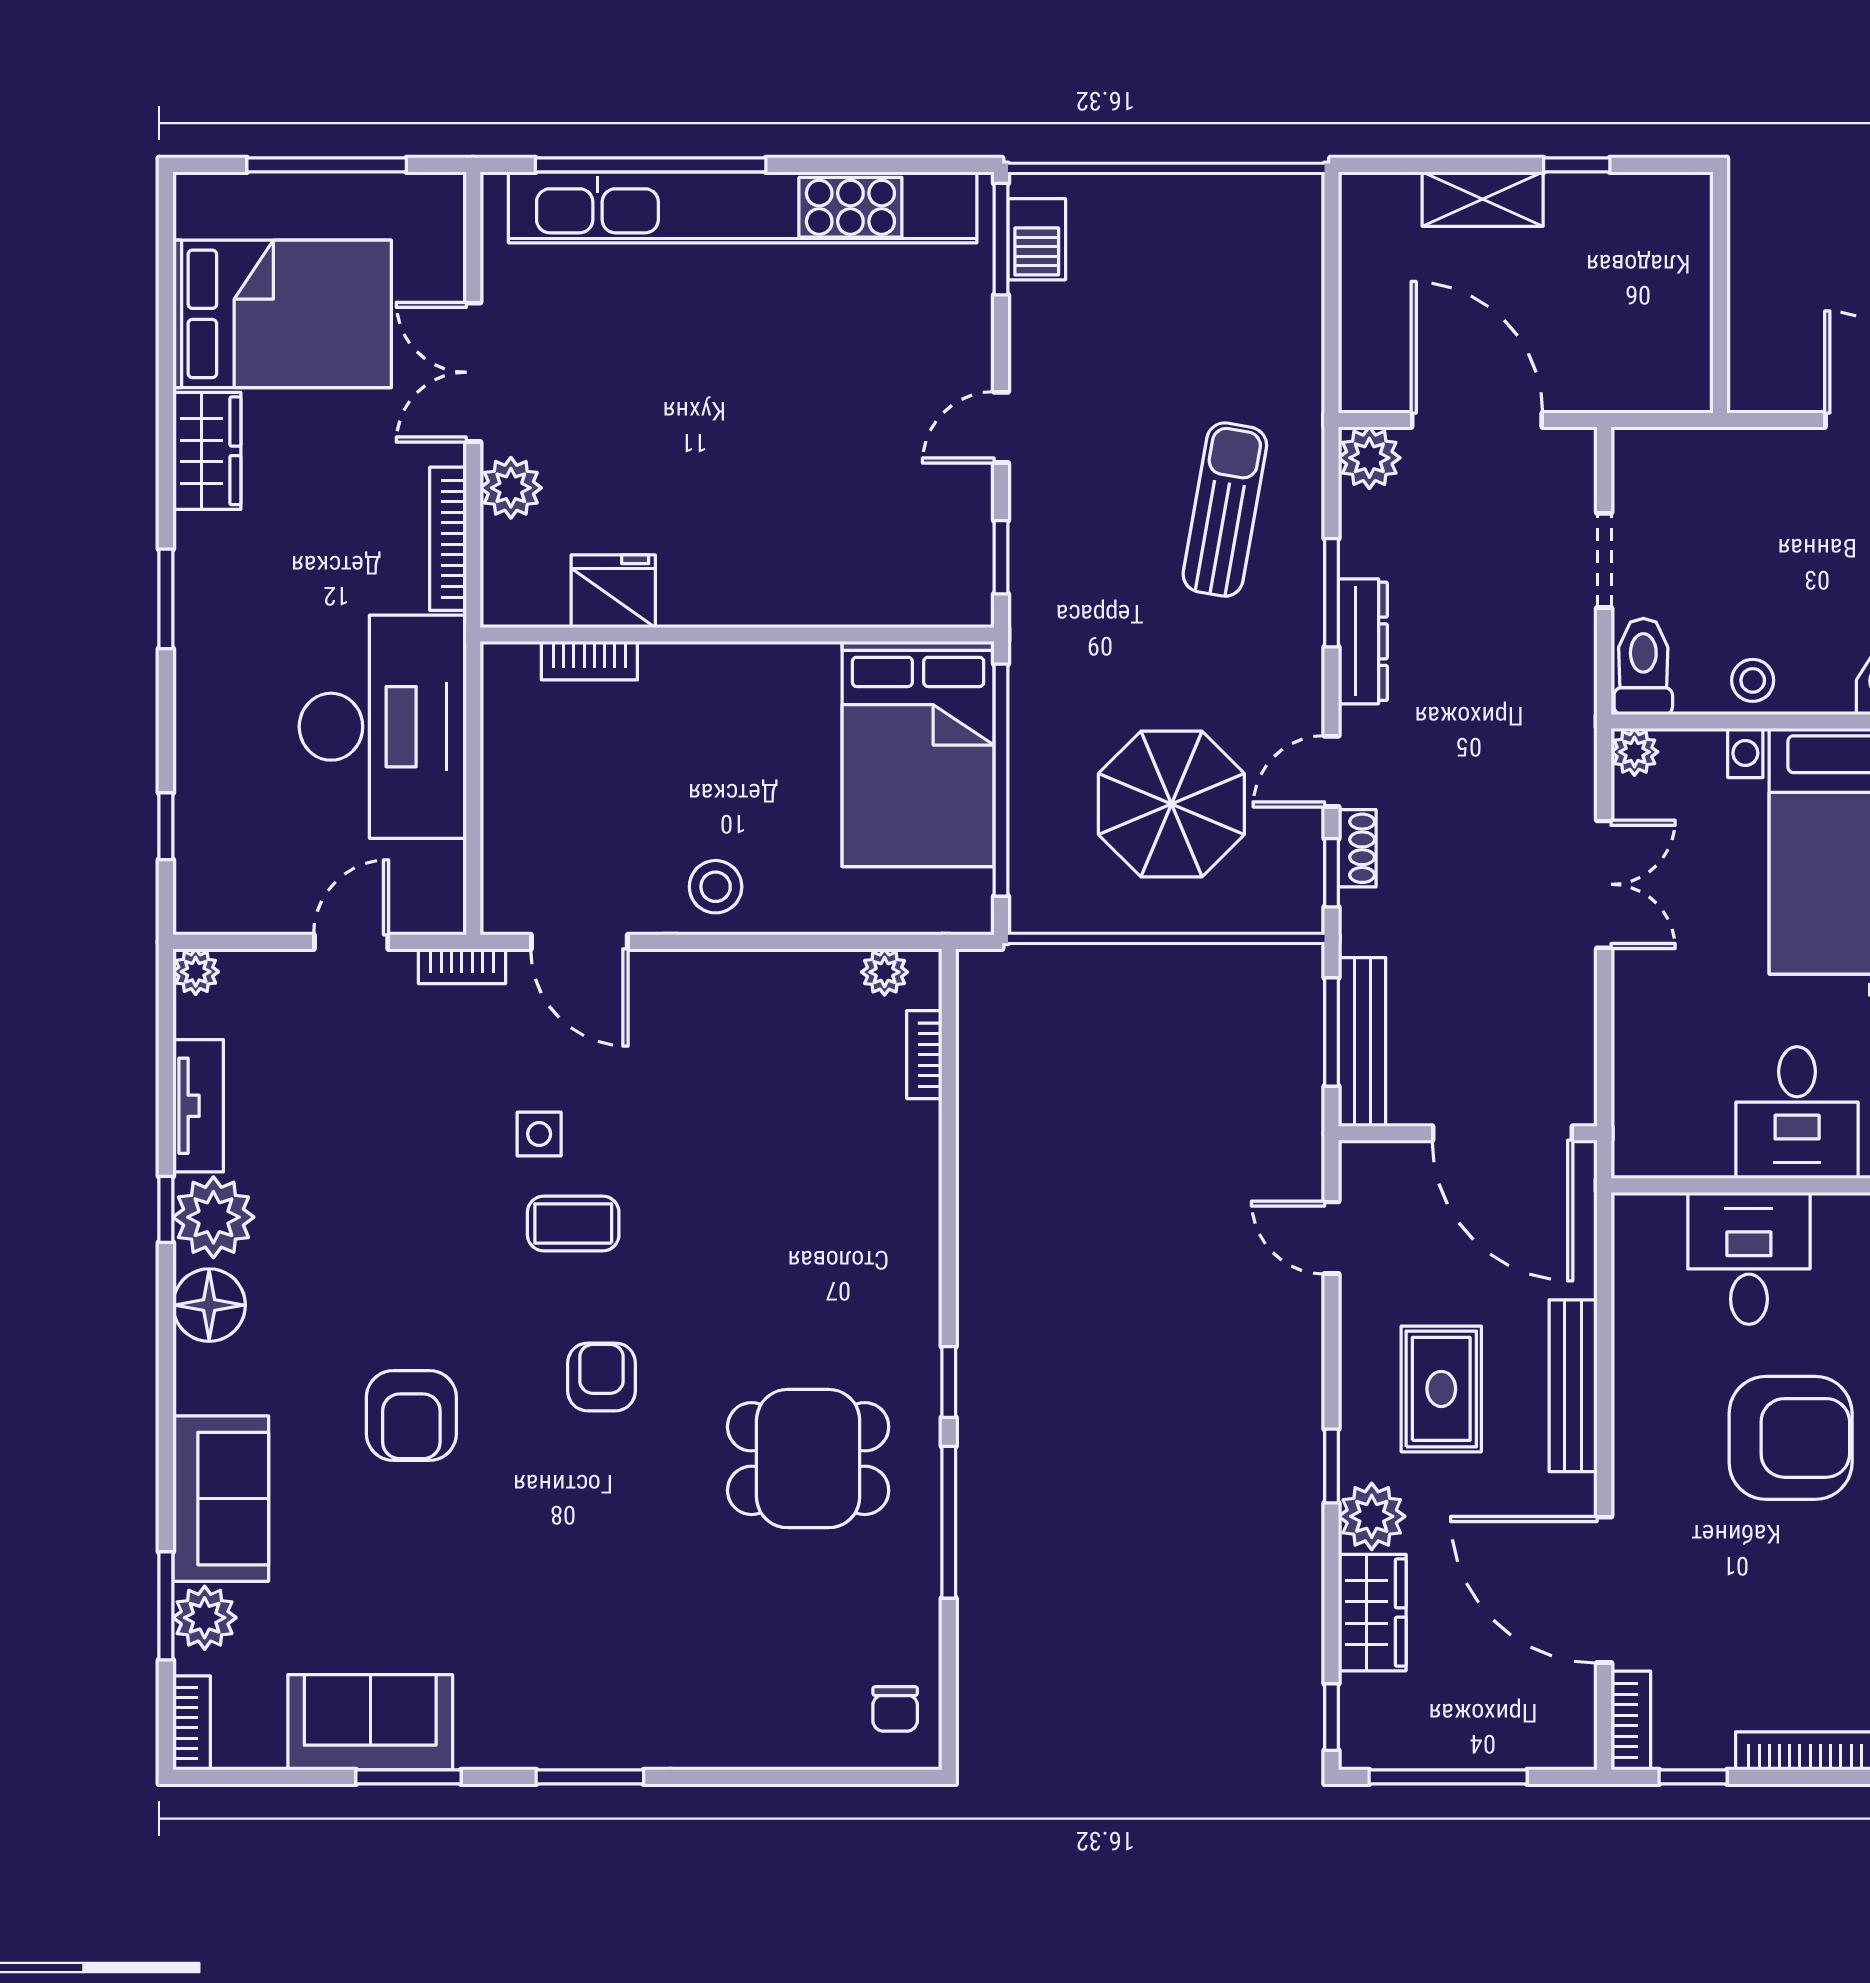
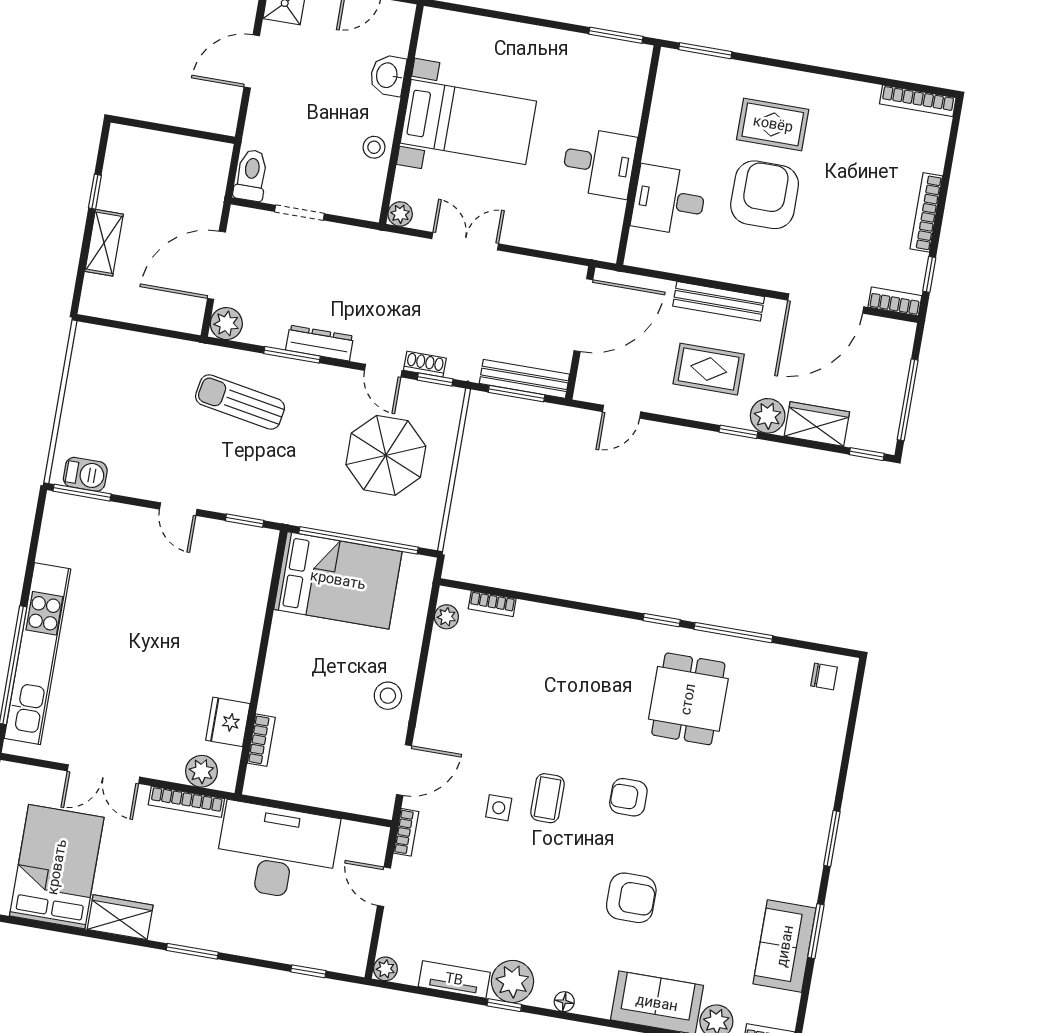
kitchen unit: (743, 207) -> (37, 654), width x0.73
plant: (511, 488) -> (202, 771), moved
toilet: (1643, 666) -> (251, 175), moved, turned 90
floor lamp: (209, 1305) -> (564, 1002), width x0.53, depth x0.53

